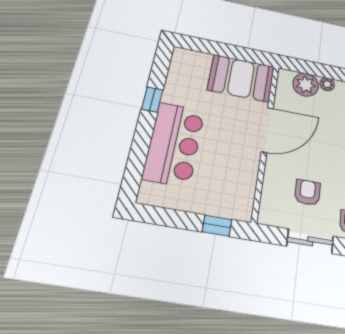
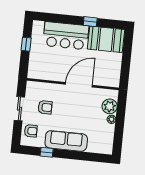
booth: (241, 78) -> (106, 39), moved, turned 90
door: (267, 130) -> (79, 85), swing flipped
window: (217, 226) -> (26, 44), moved

